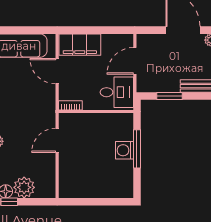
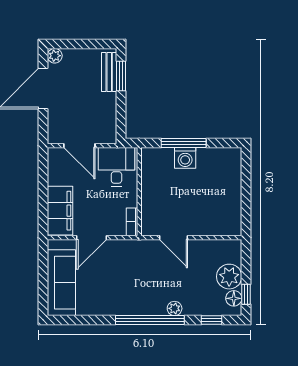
window: (169, 96) -> (121, 76), moved

